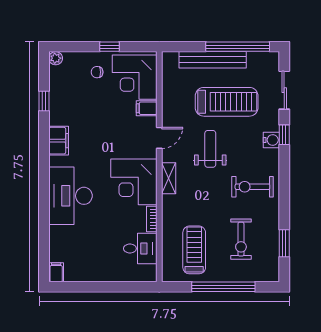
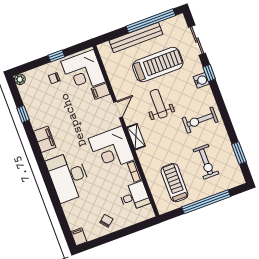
chair: (96, 265) -> (106, 221), added

